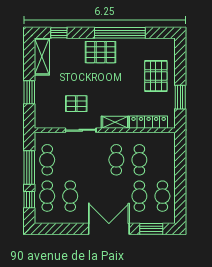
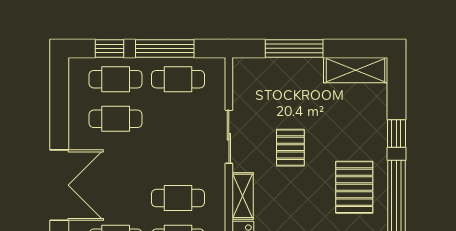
window: (59, 33) -> (396, 133), moved
pallet: (101, 52) -> (354, 187), moved
window: (29, 92) -> (294, 48), width x1.44
pallet: (76, 104) -> (290, 148), moved

